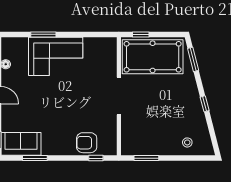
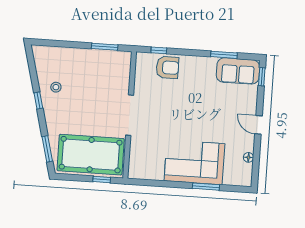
stool: (187, 142) -> (56, 87), moved

